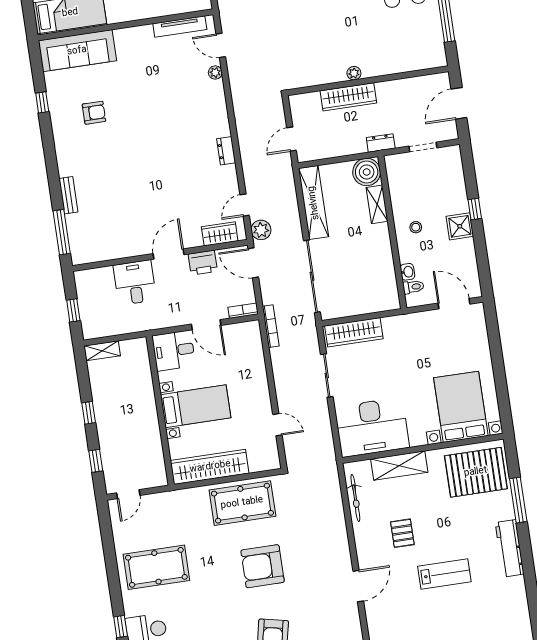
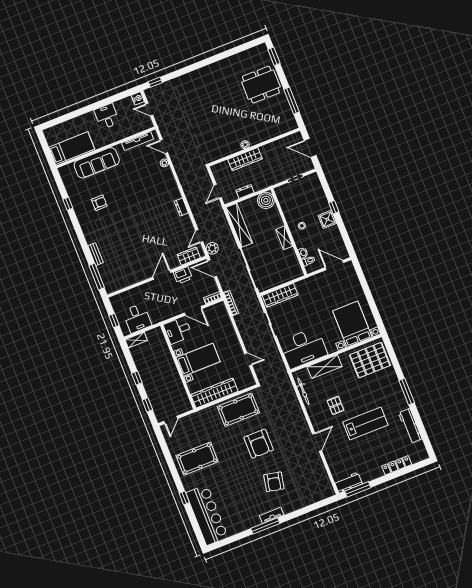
sofa: (77, 51) -> (97, 163), moved
door: (459, 103) -> (310, 148), hinge flipped
dresser: (381, 143) -> (245, 191), moved
shelving: (377, 204) -> (284, 238), moved
desk: (135, 283) -> (137, 318), moved, turned 180
window: (518, 500) -> (407, 392), moved
workbench: (510, 548) -> (410, 426), moved
armchair: (263, 566) -> (259, 444), turned -90
lab bench: (444, 574) -> (365, 424), width x1.36, depth x1.39

